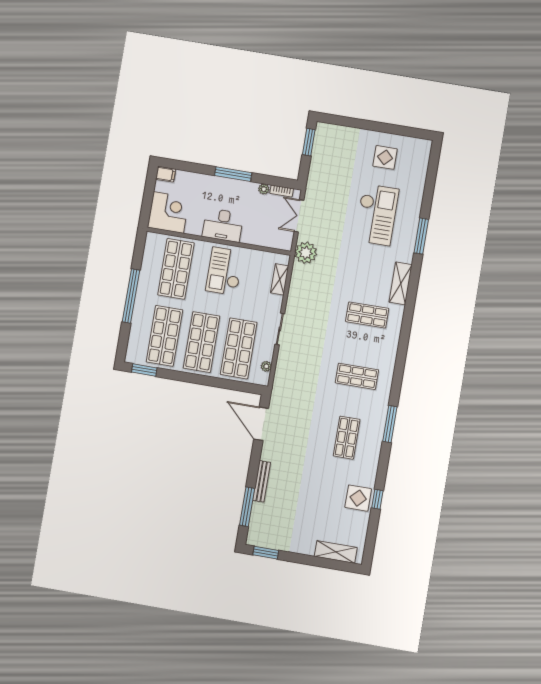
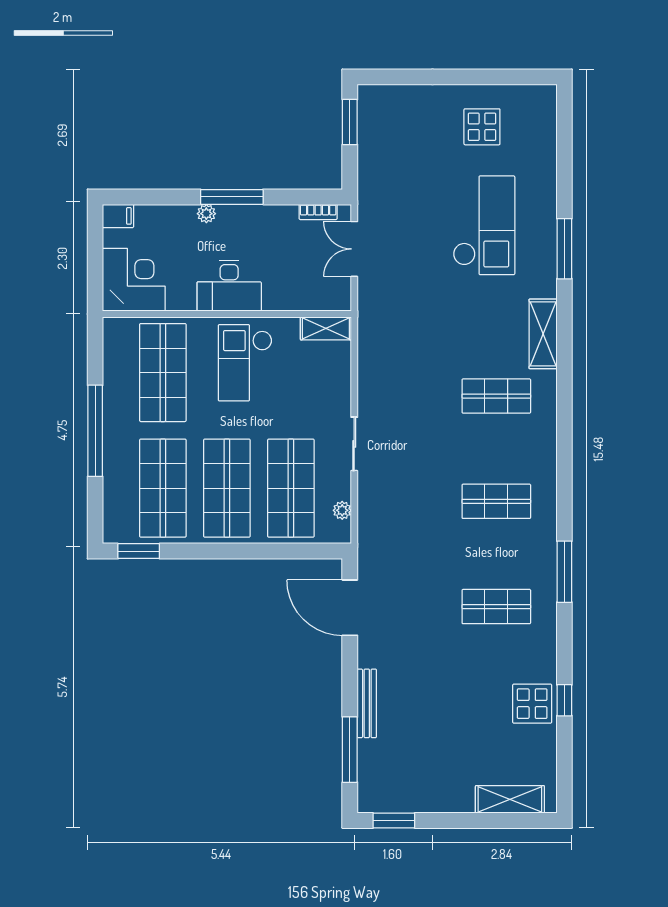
plant: (264, 189) -> (206, 214), moved
plant: (306, 253) -> (376, 309), removed
shelving: (280, 279) -> (326, 328), moved, turned 90
shop shelf: (347, 438) -> (496, 607), turned 90

